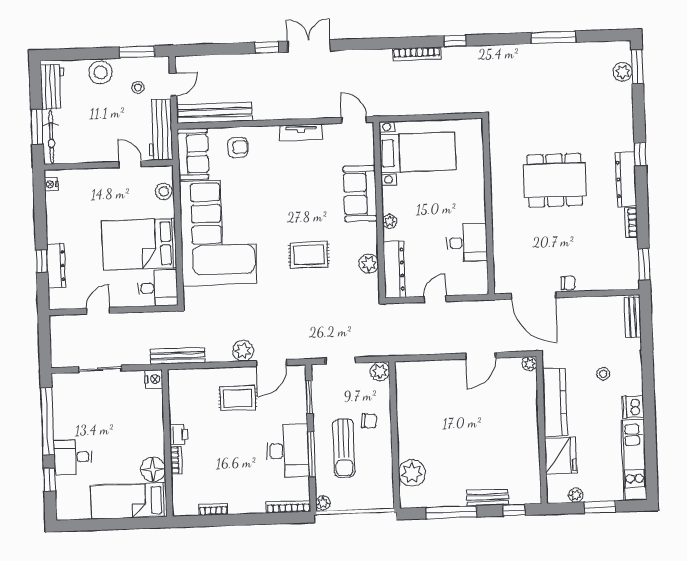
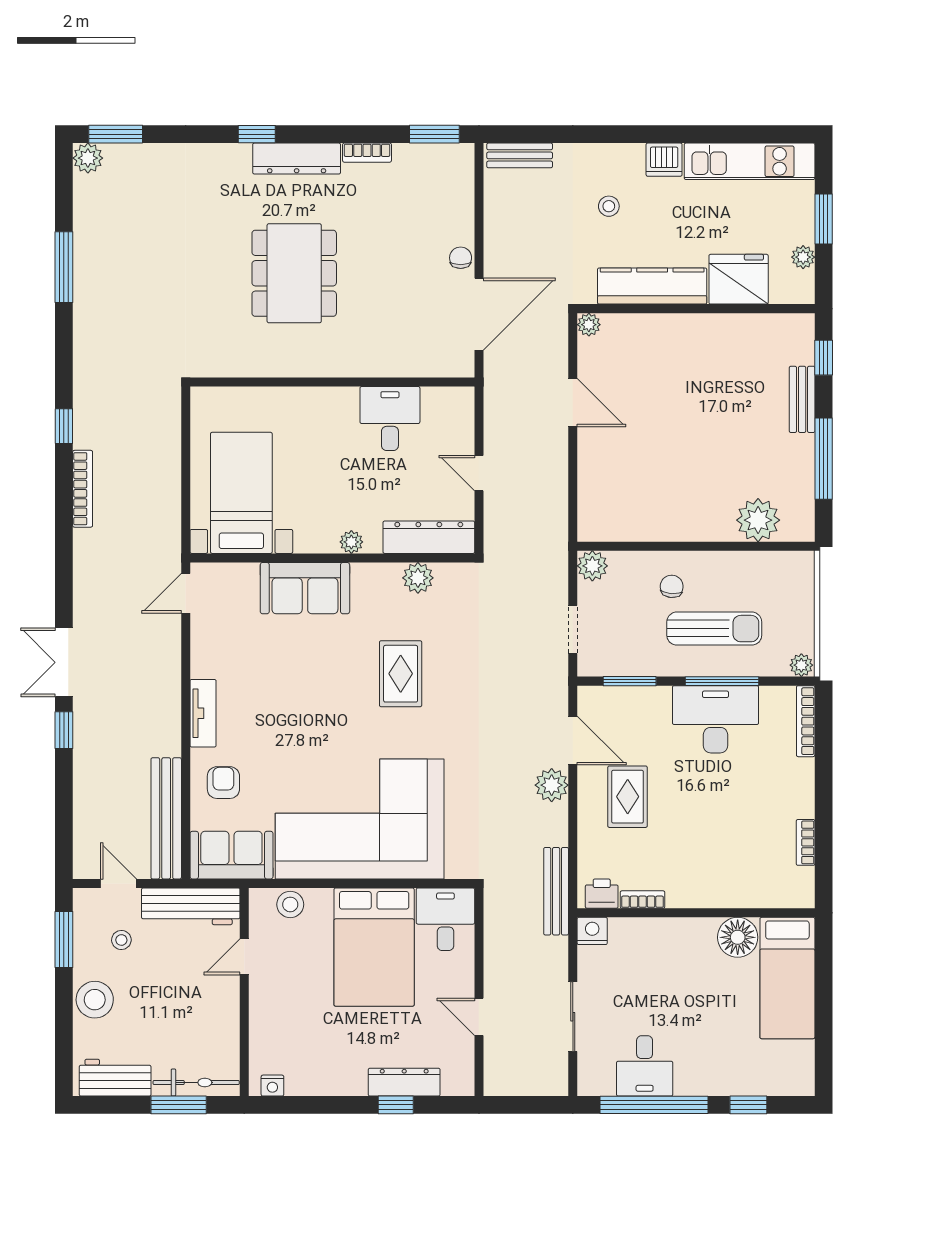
plant: (623, 72) -> (88, 158), moved
tv unit: (301, 133) -> (203, 713), moved
printer: (179, 435) -> (602, 894), moved
desk: (73, 457) -> (645, 1066), moved
bookcase: (176, 460) -> (643, 900), moved

